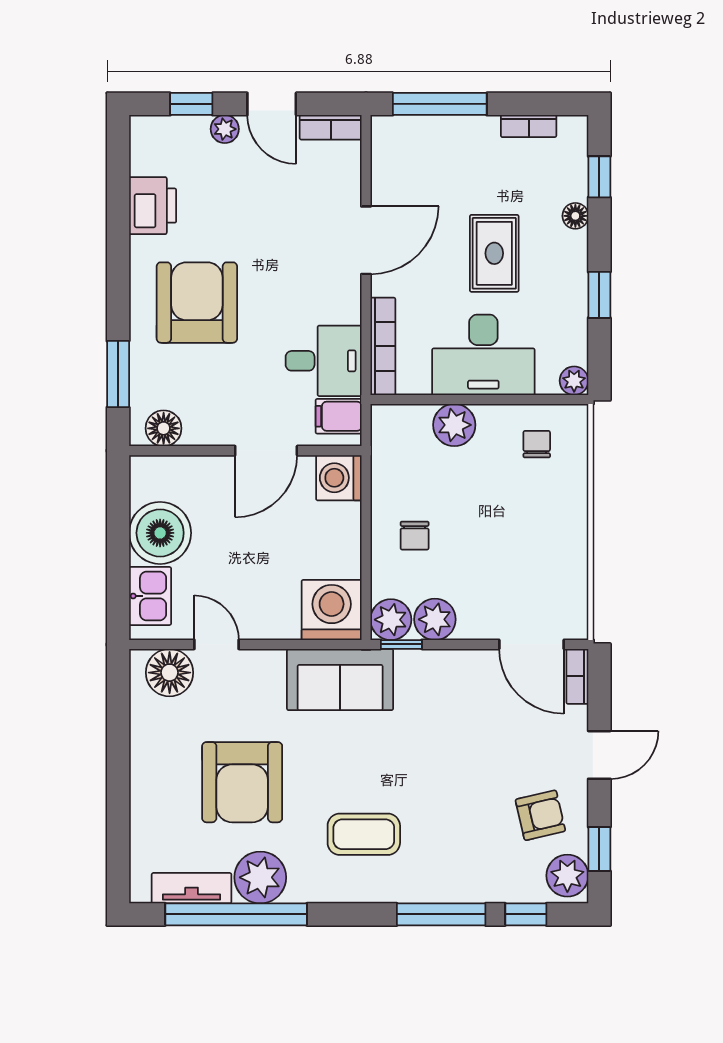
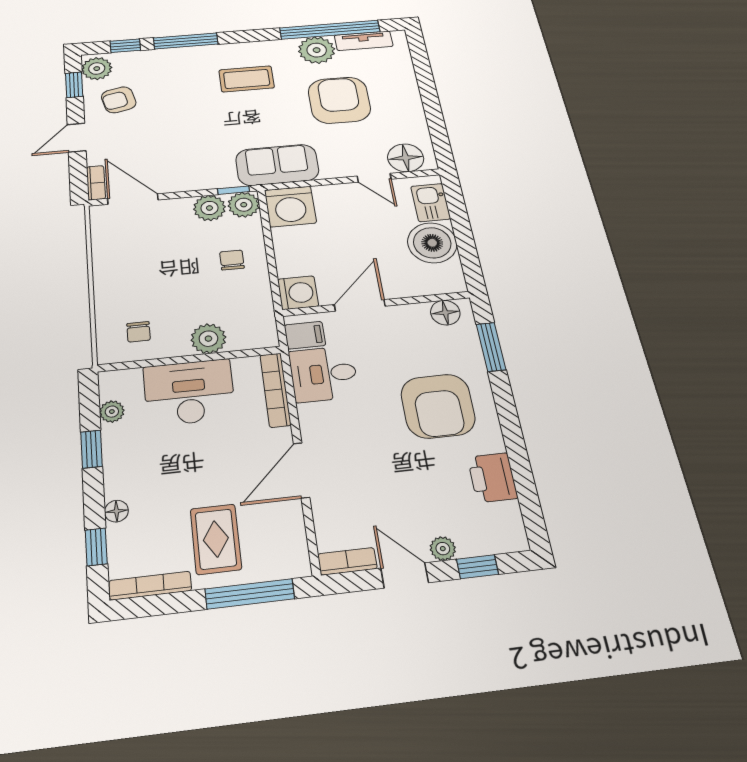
bookcase: (529, 126) -> (150, 586), width x1.56
rug: (494, 253) -> (216, 539), moved
plant: (574, 381) -> (112, 412), moved

